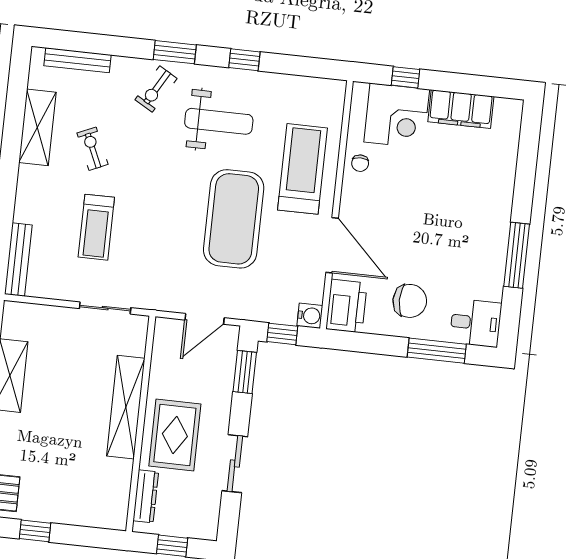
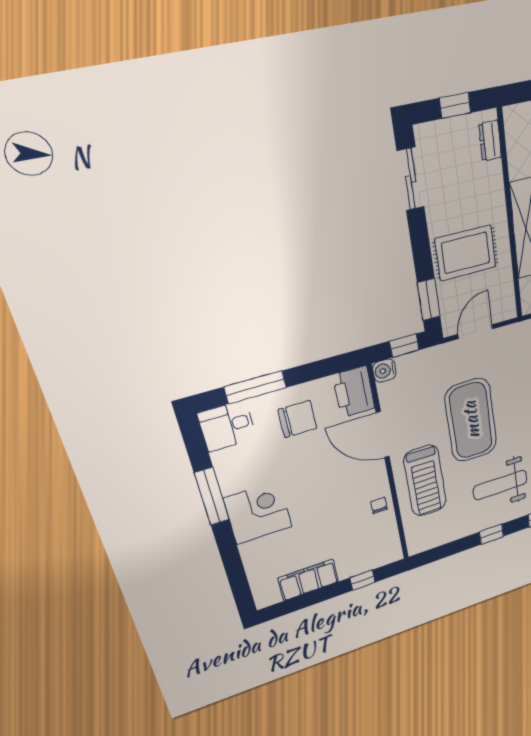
corner desk: (397, 116) -> (258, 513), moved, turned 90
chair: (410, 301) -> (297, 419), turned 180
rug: (175, 435) -> (466, 253), moved, turned 90
sliding door: (235, 464) -> (411, 179), moved
dresser: (146, 496) -> (490, 141), width x0.70

